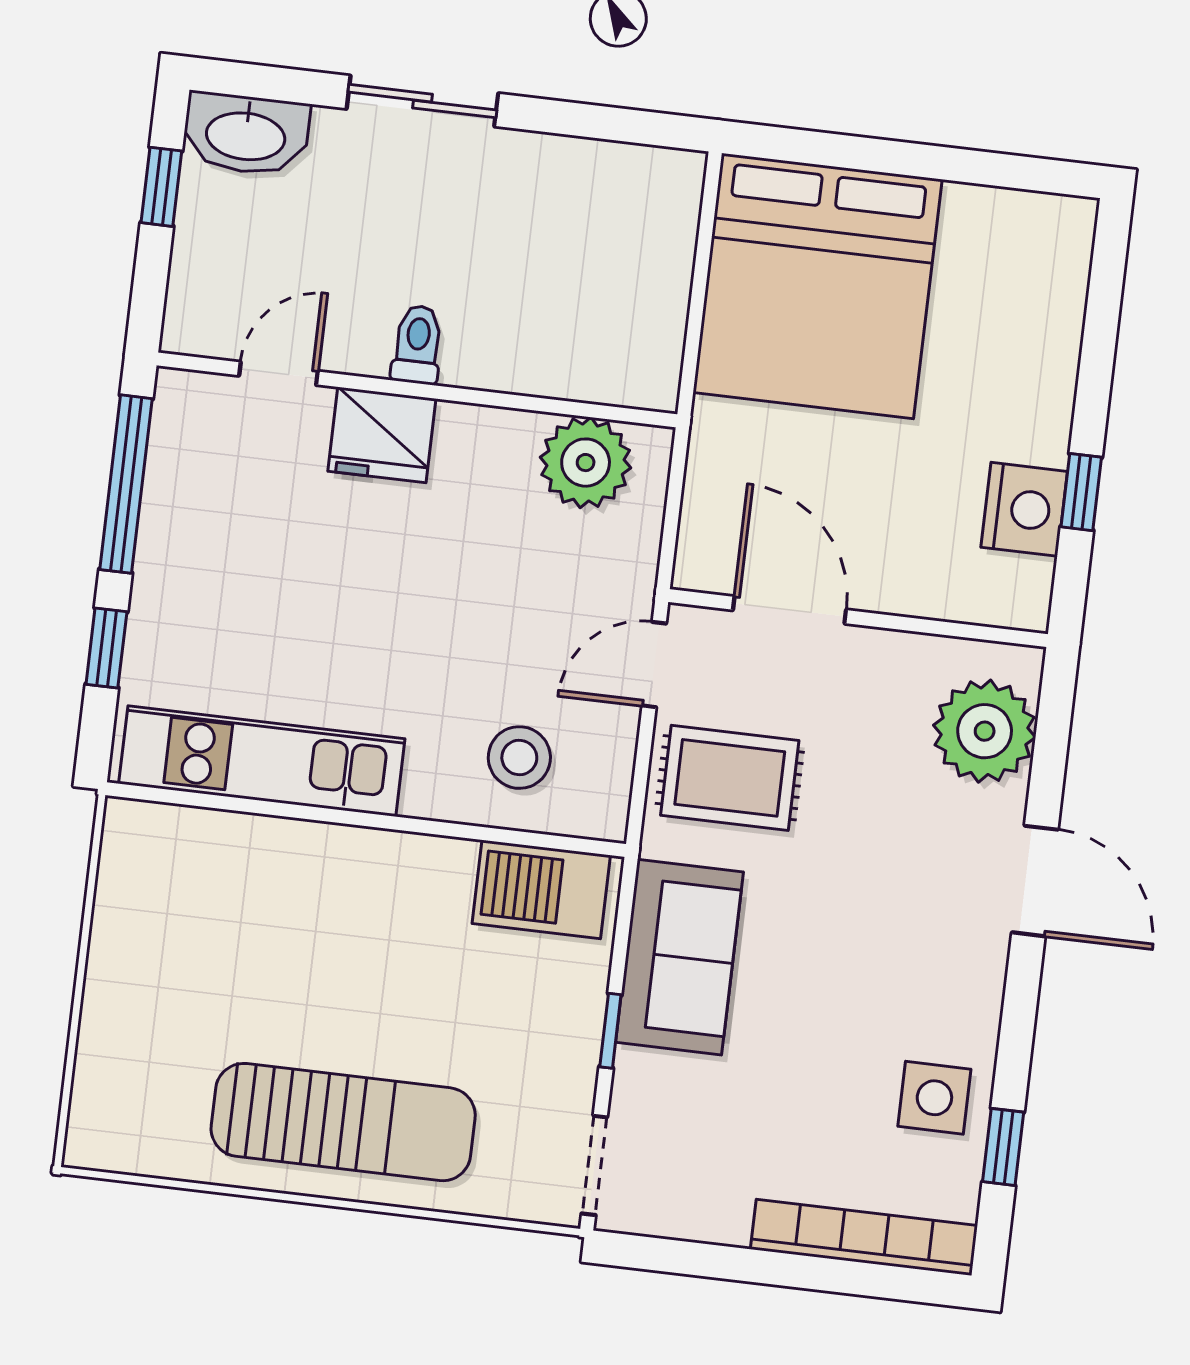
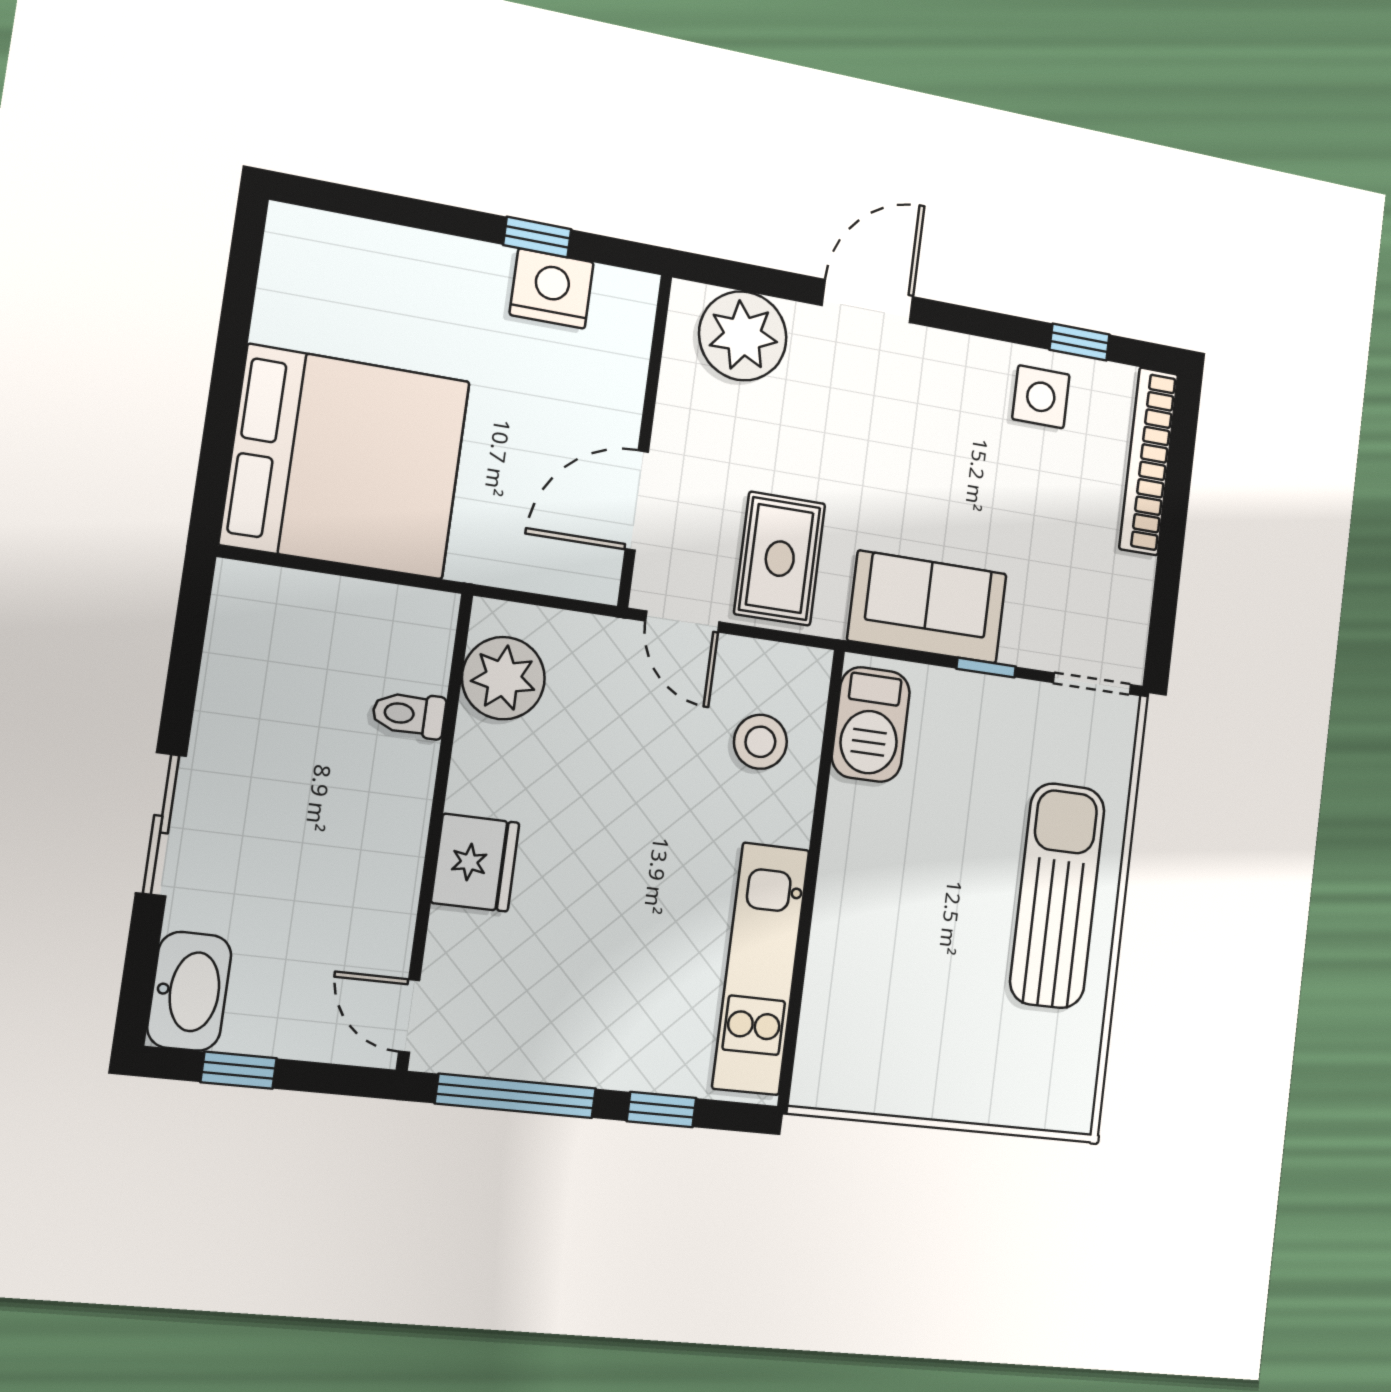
toilet: (417, 345) -> (409, 714), moved
door: (278, 373) -> (409, 1016), moved

